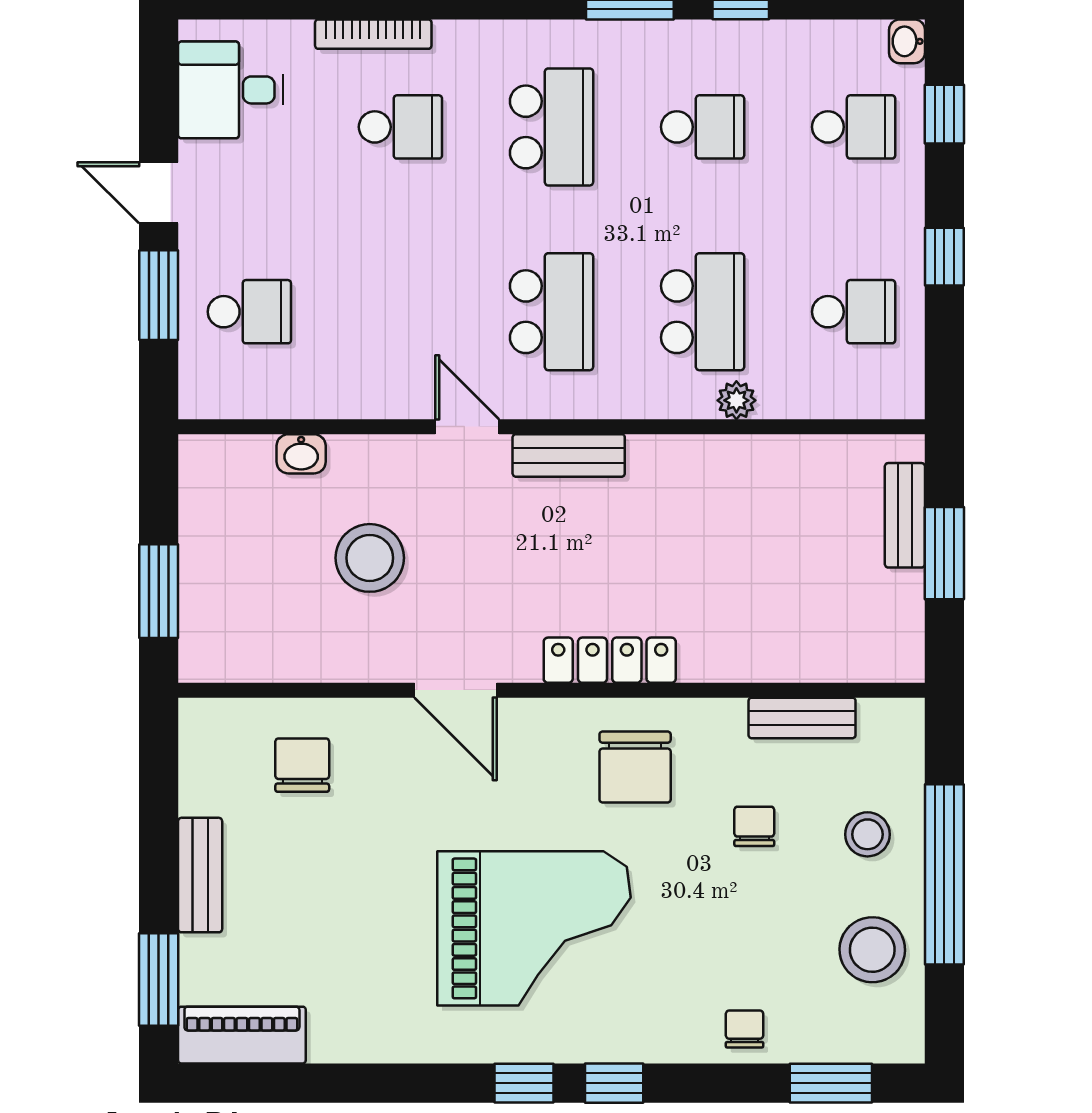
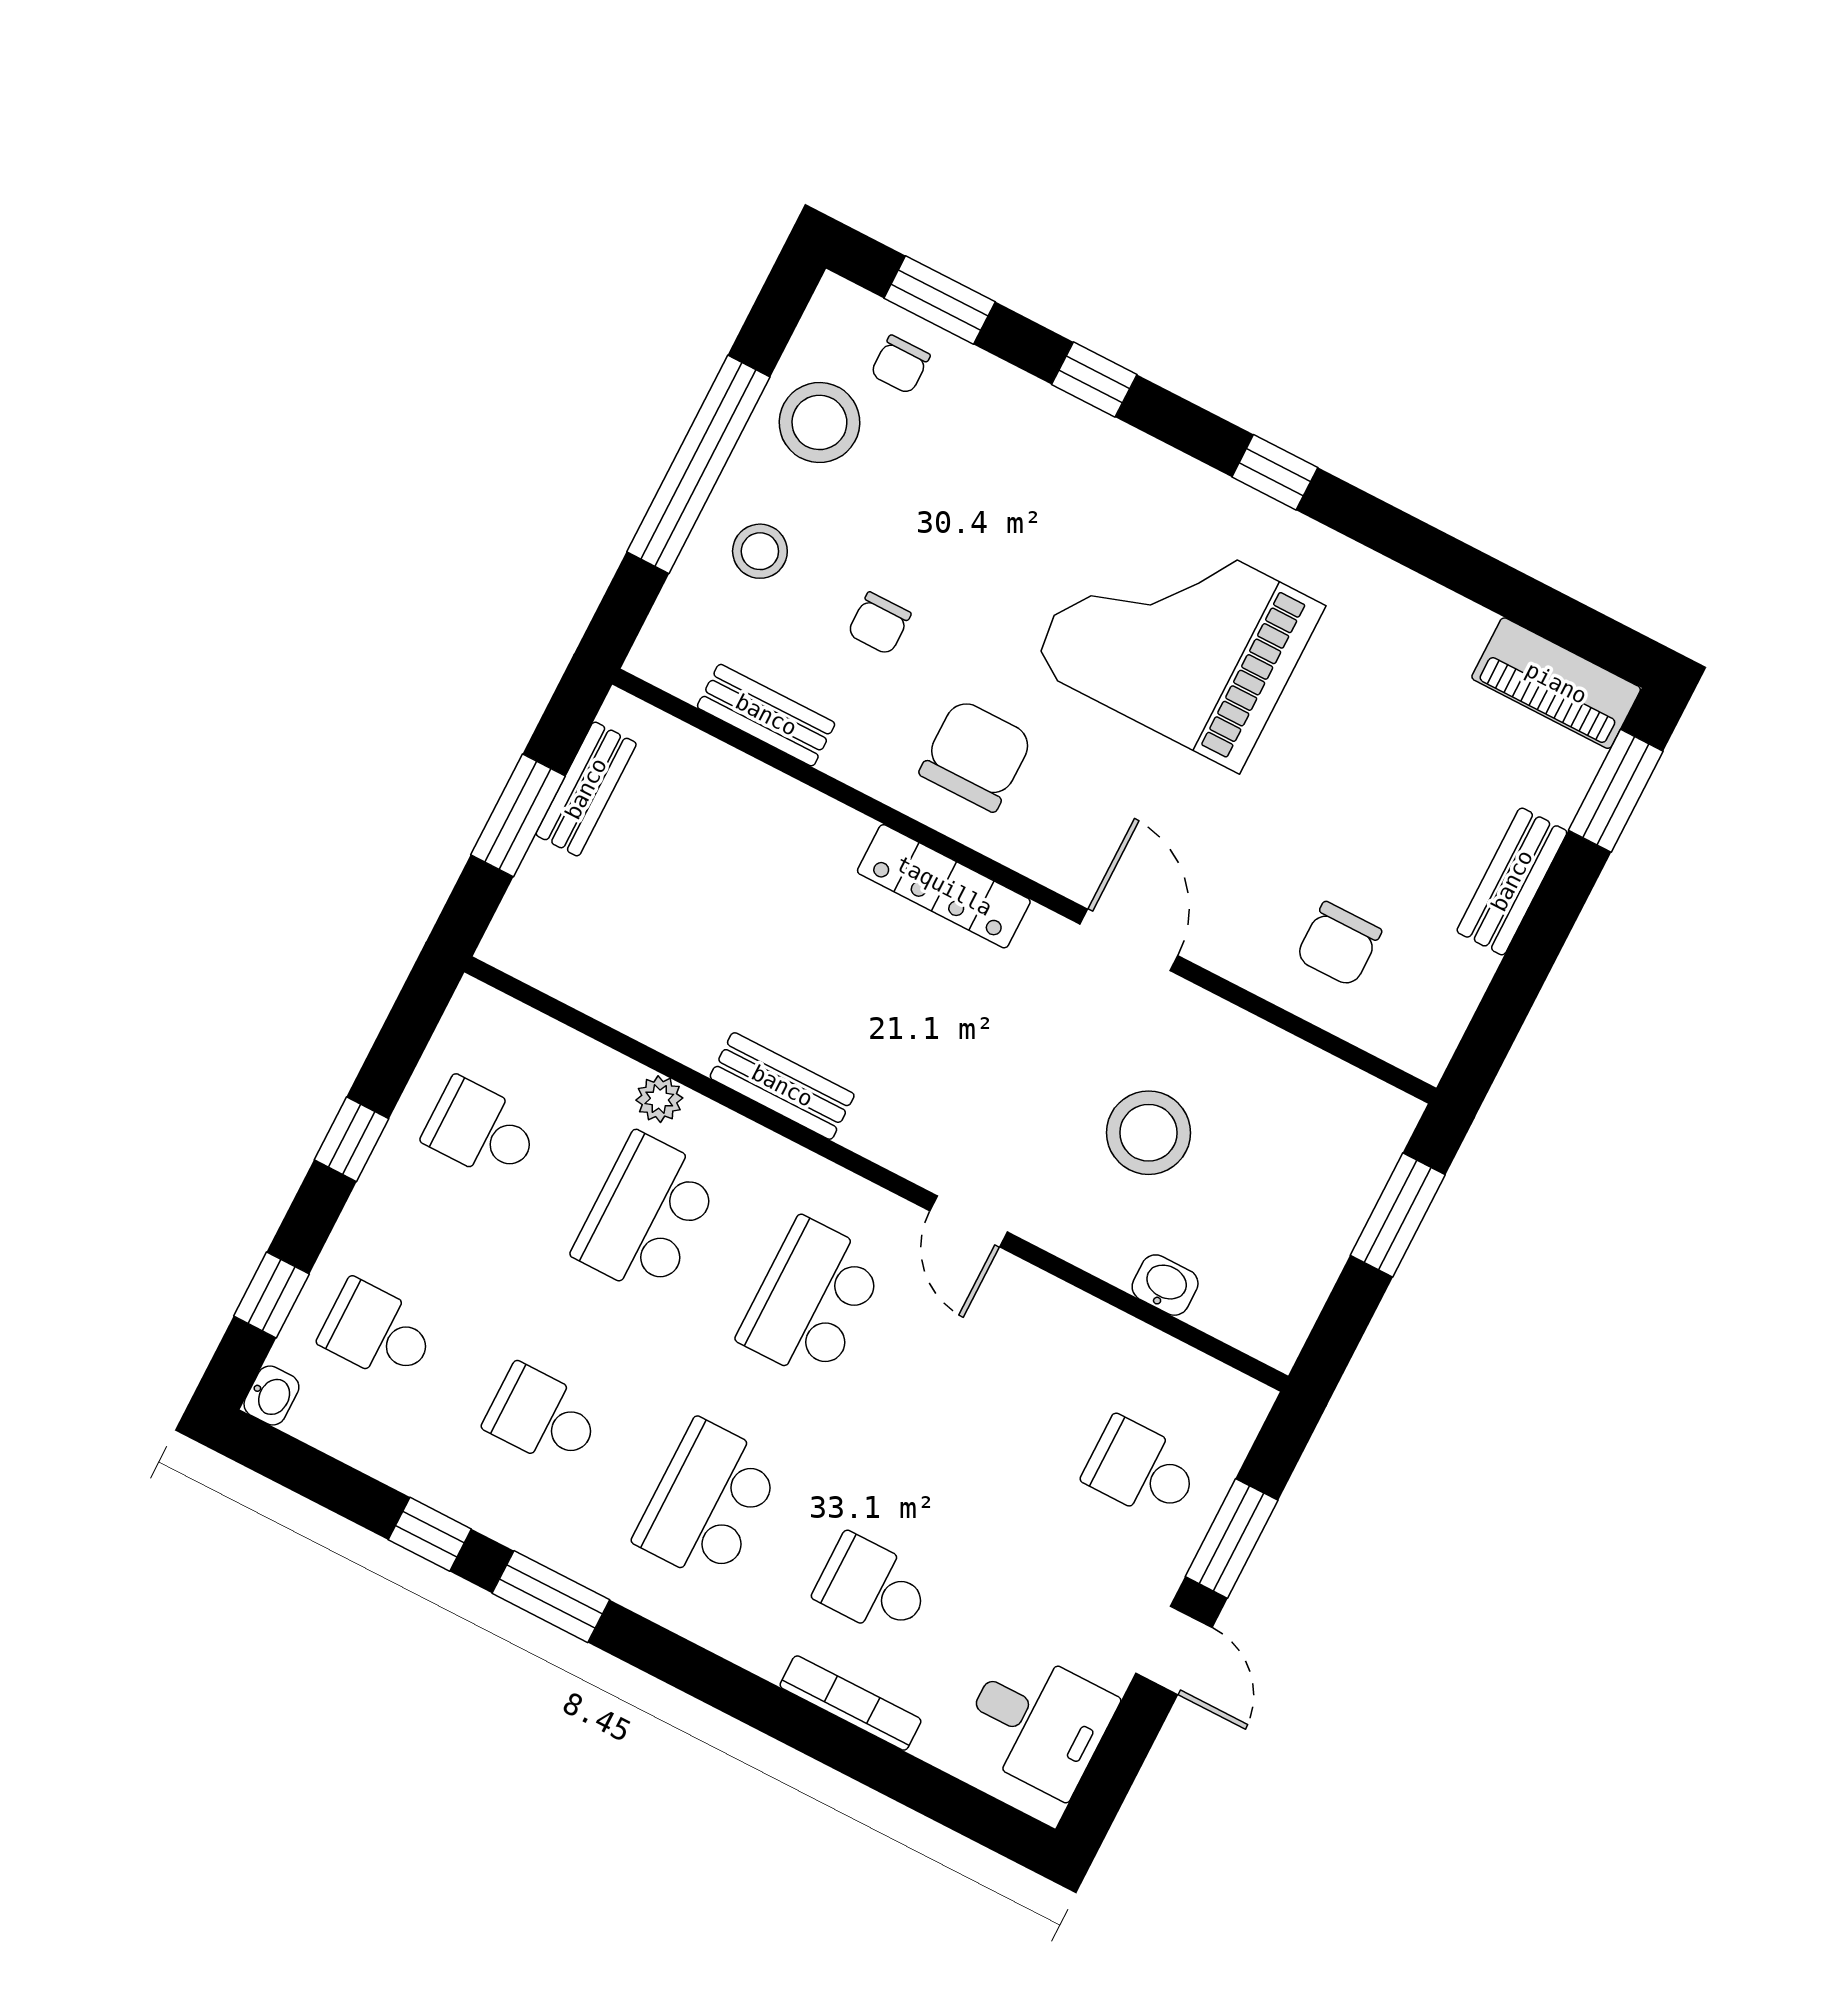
bench: (569, 455) -> (782, 1086), moved
bench: (905, 515) -> (586, 789), moved
chair: (745, 1029) -> (900, 365), moved
window: (614, 1083) -> (1094, 379), moved

